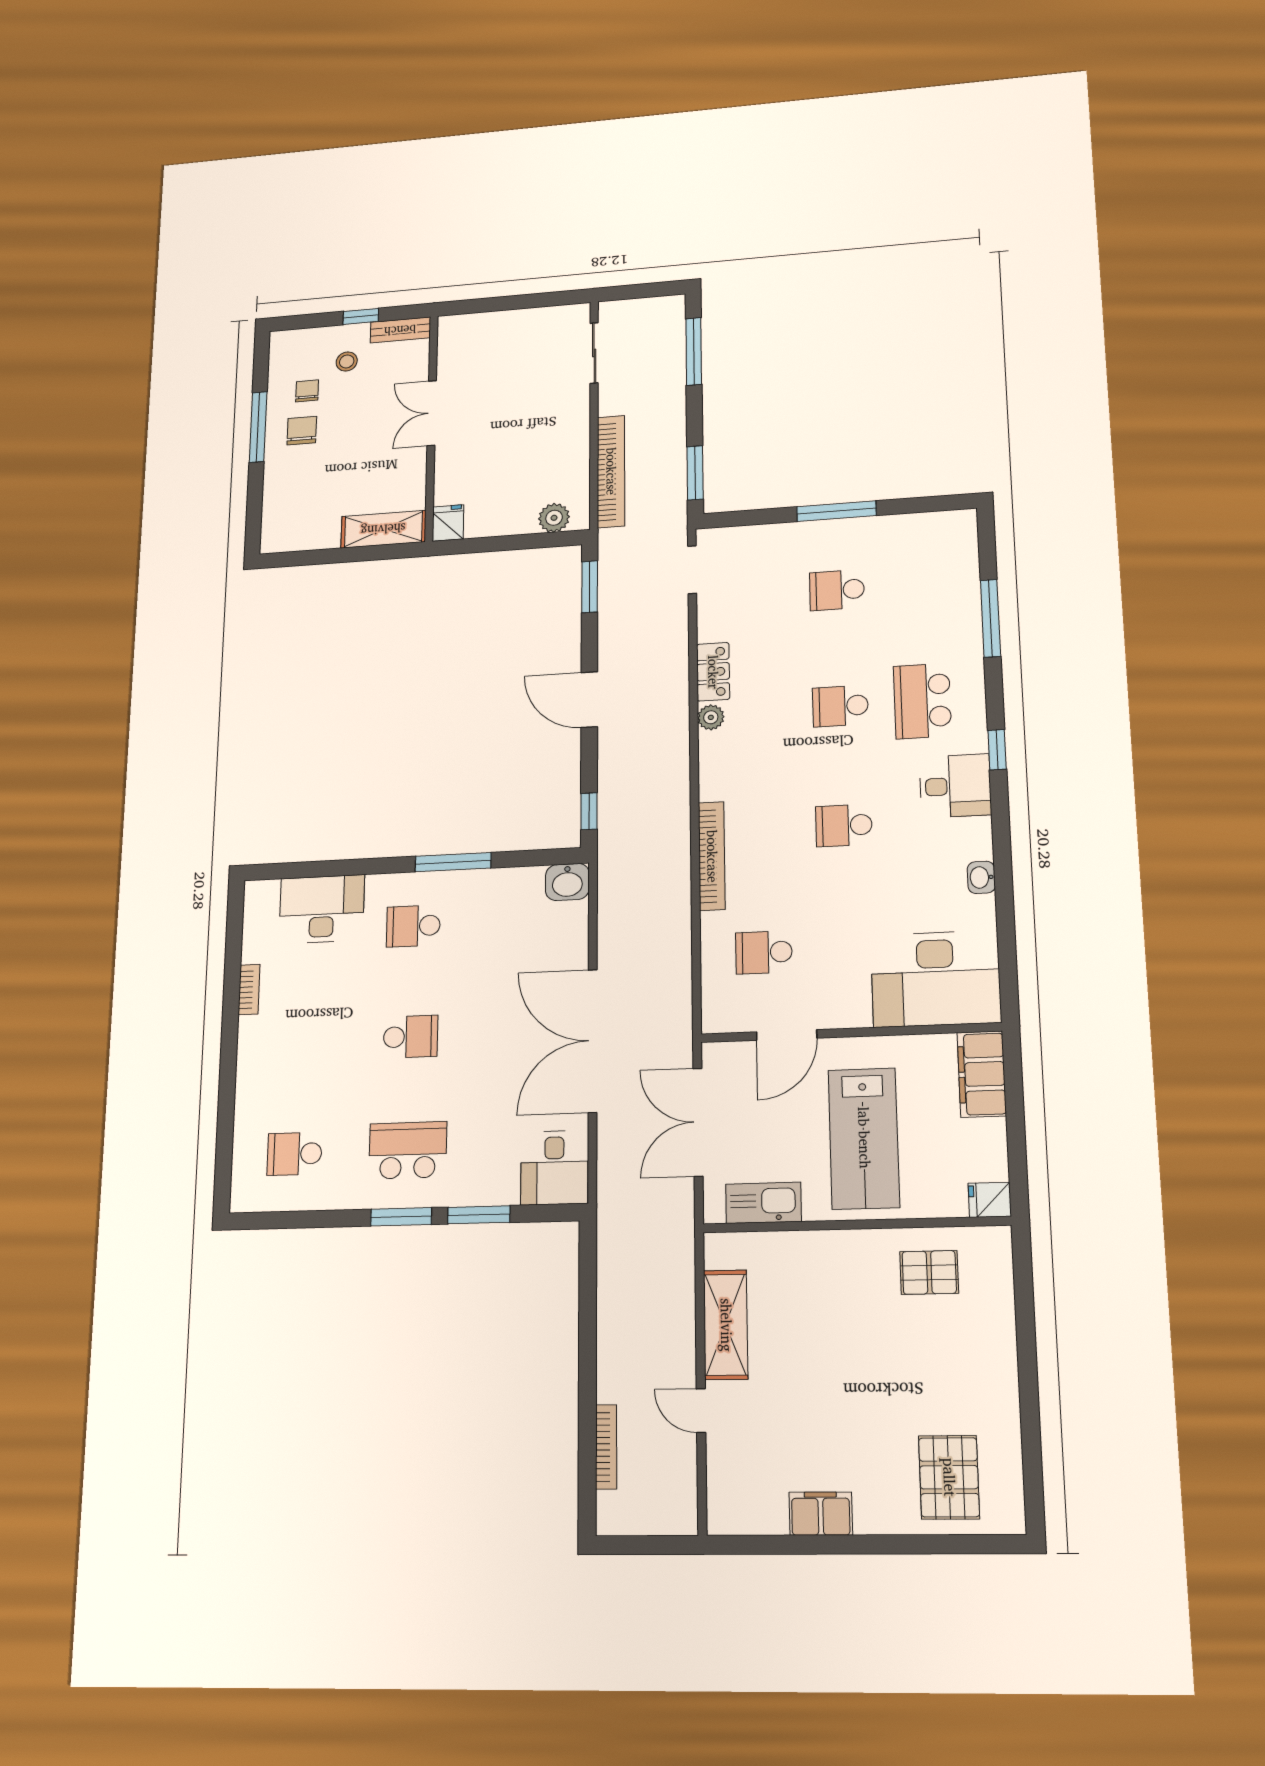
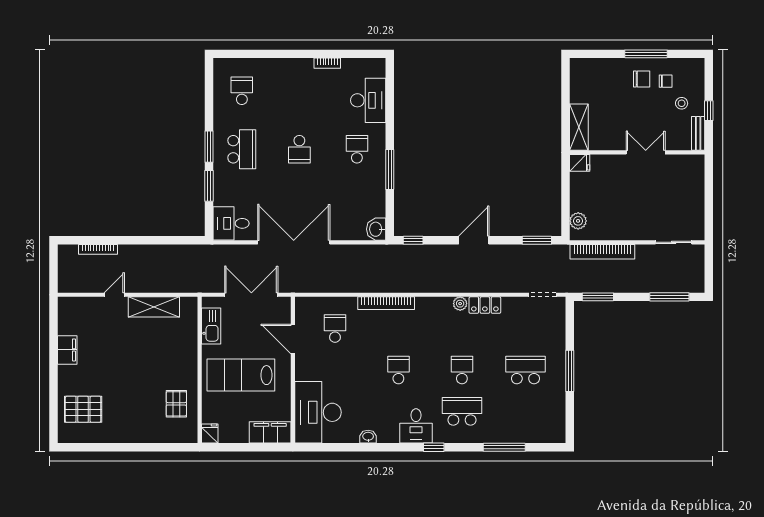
school desk: (837, 590) -> (525, 370), width x1.85

